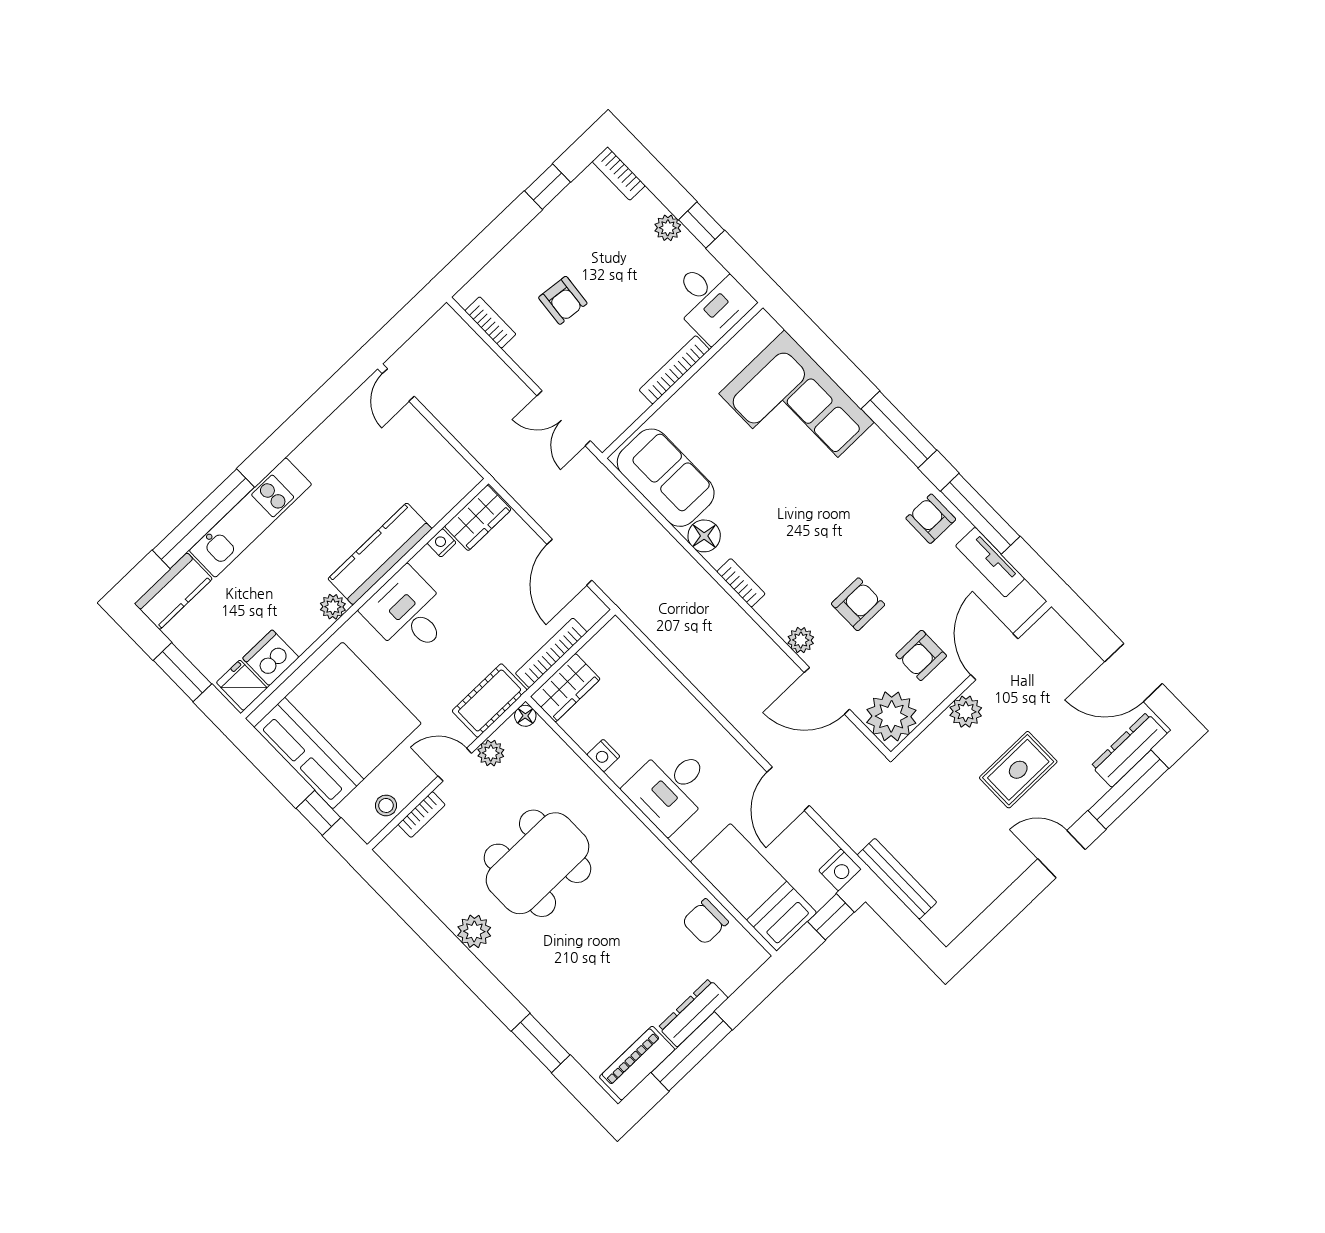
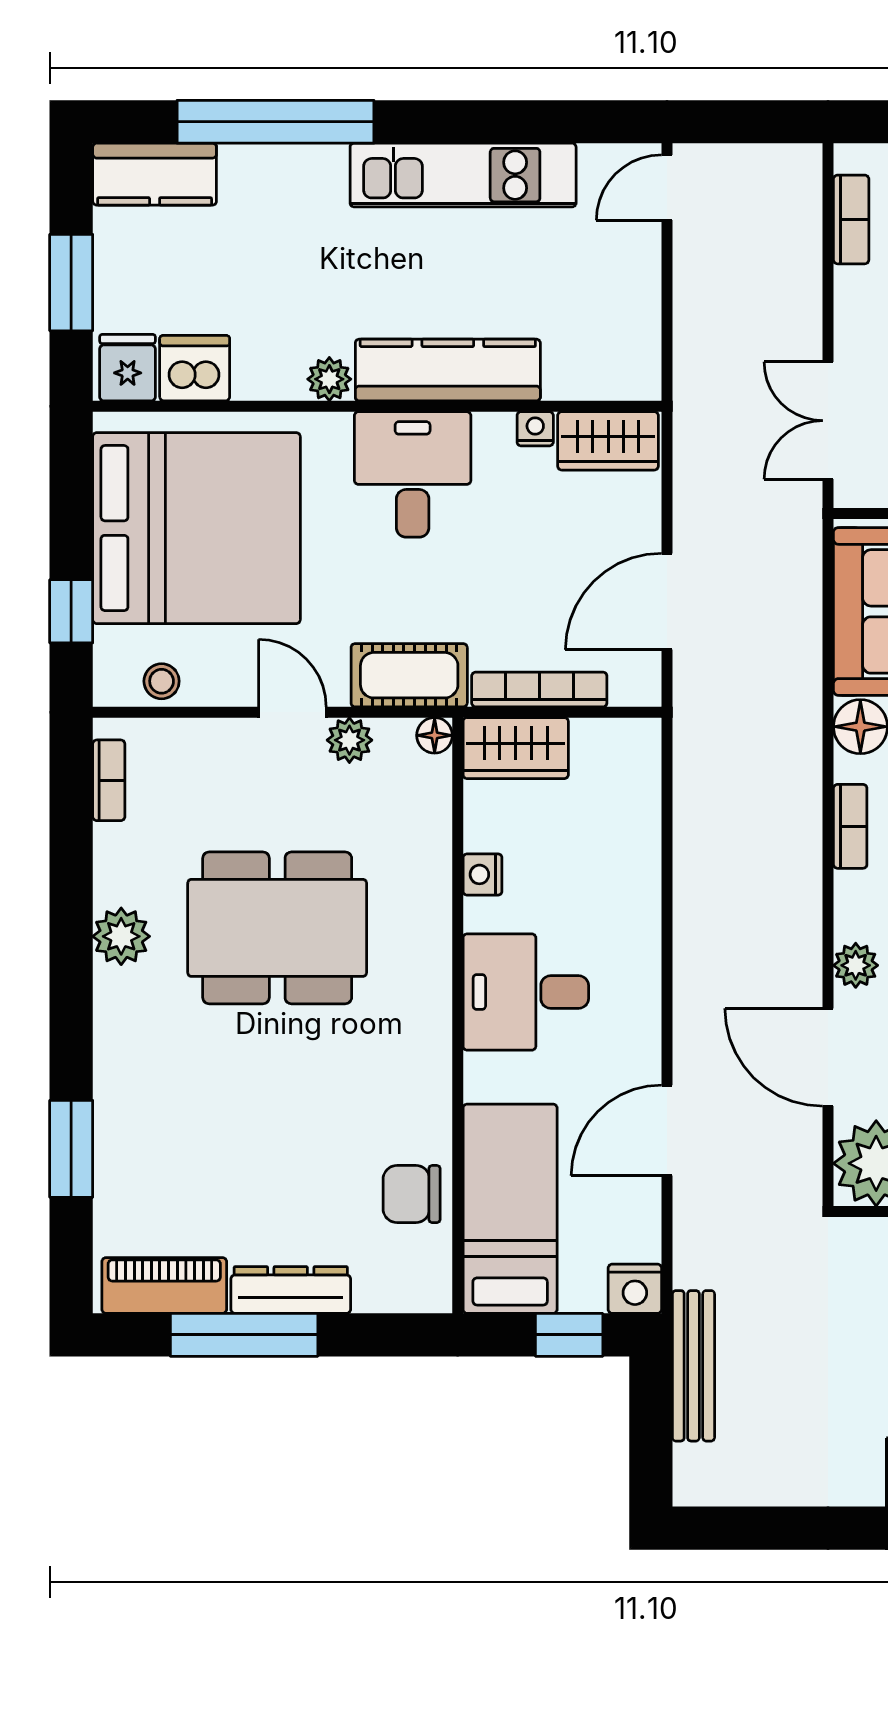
kitchen unit: (250, 517) -> (463, 175), moved
bookcase: (422, 815) -> (109, 780), moved, turned -90

